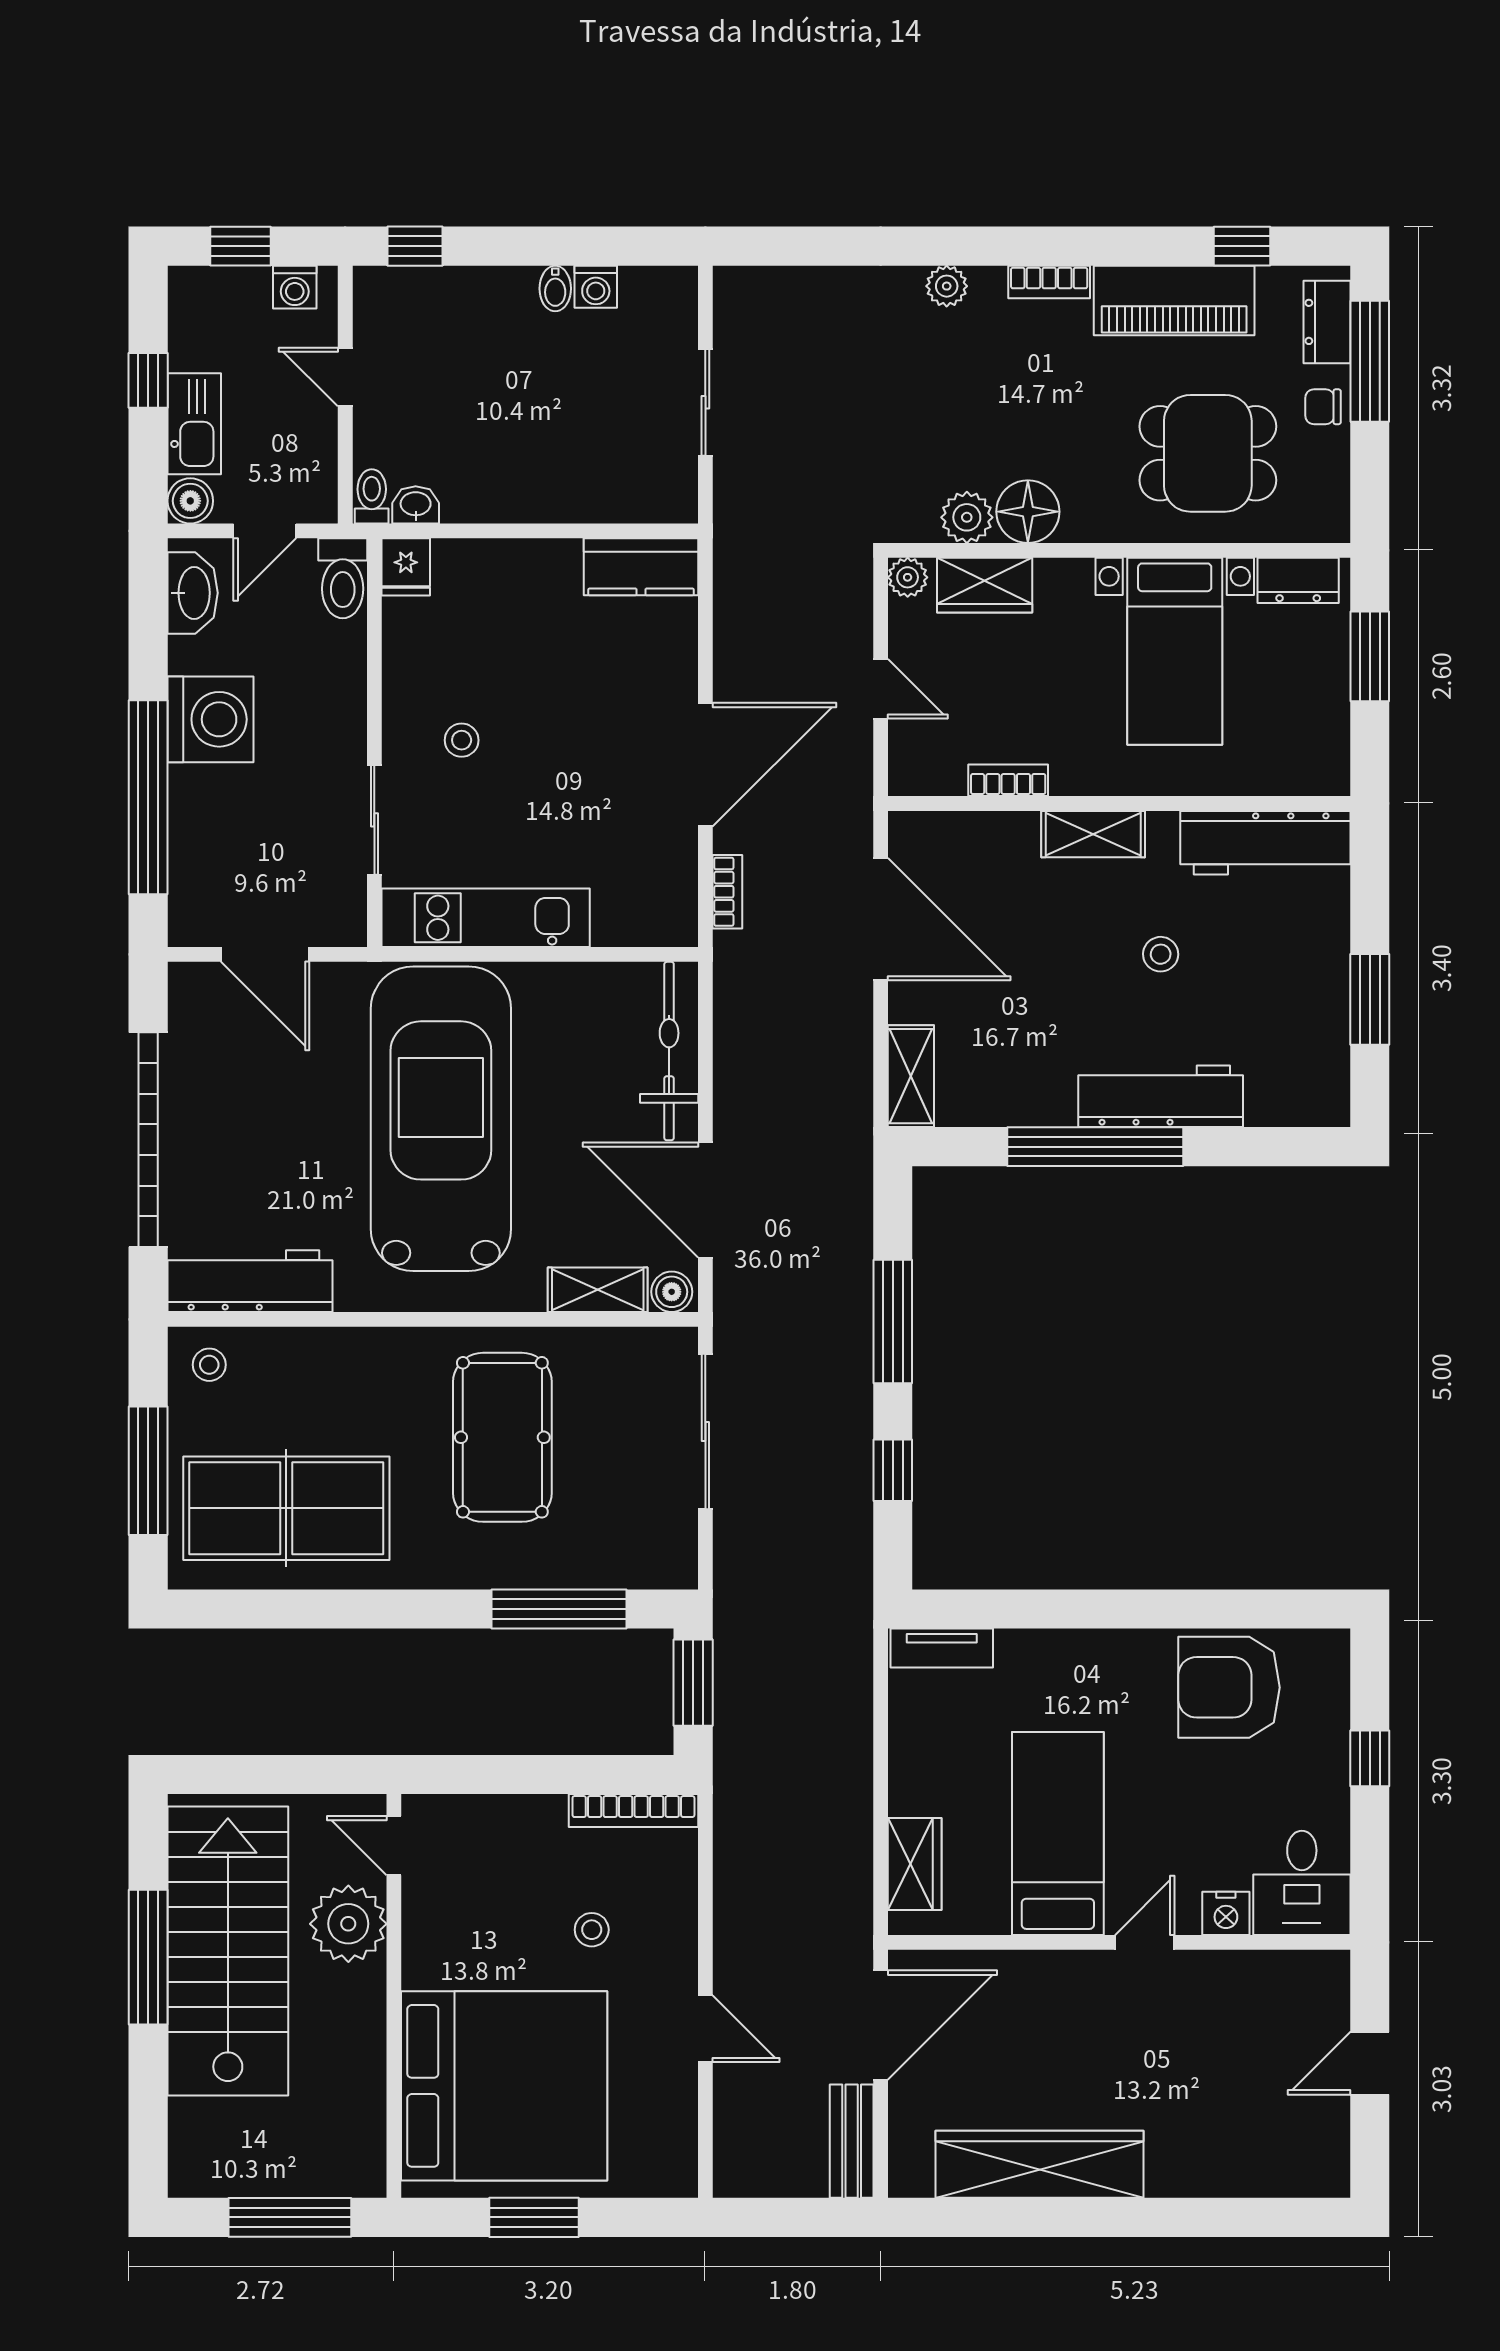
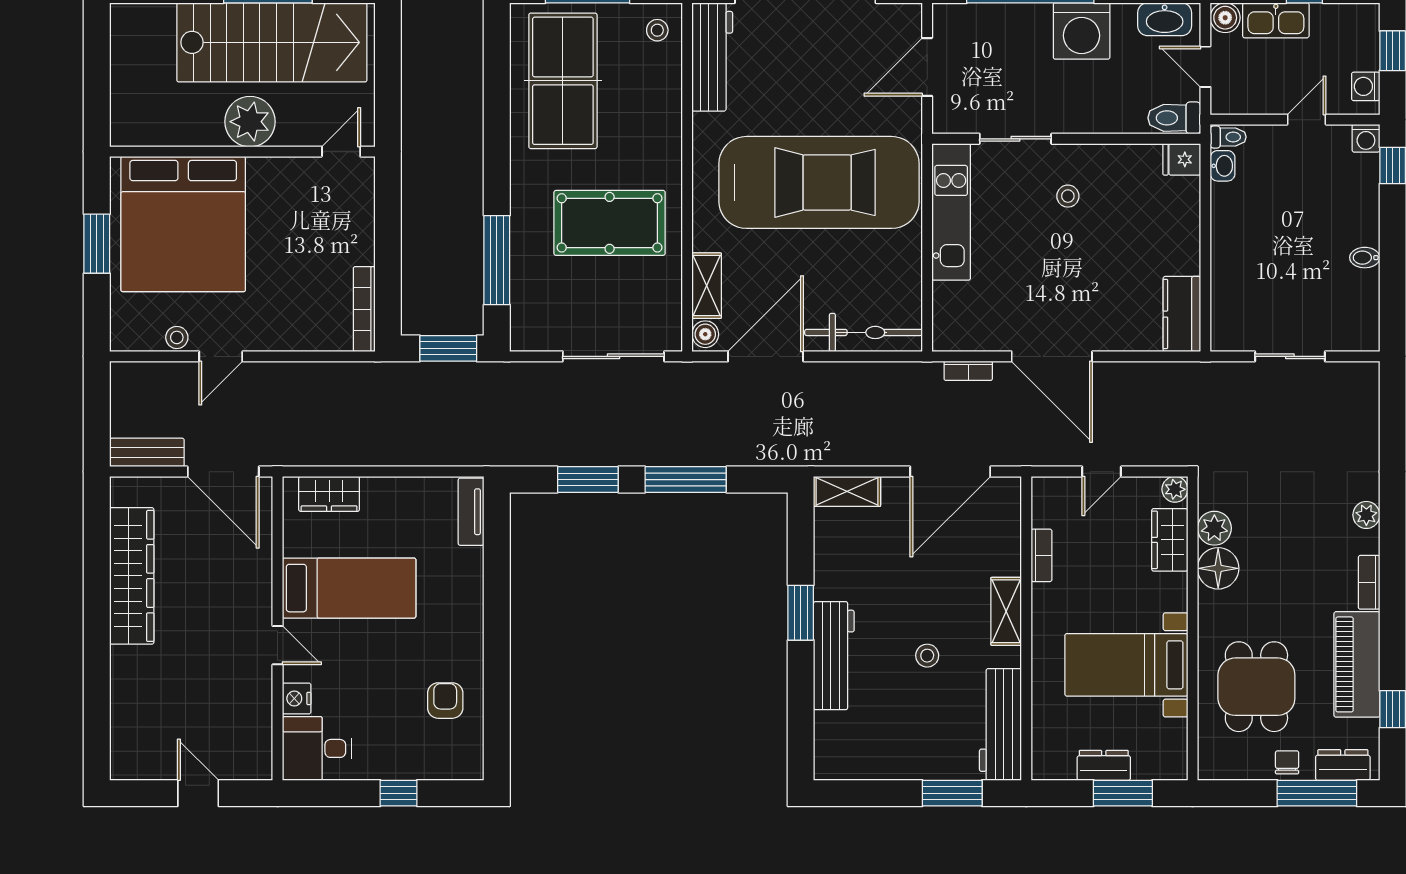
washing machine: (596, 287) -> (1366, 138), moved, turned -90
dresser: (1298, 580) -> (1104, 765), moved, turned 90
window: (1370, 999) -> (952, 793), moved
window: (1095, 1147) -> (801, 613), width x0.47
window: (893, 1470) -> (588, 480), width x1.50
armchair: (1229, 1687) -> (445, 701), width x0.53, depth x0.53
plant: (348, 1924) -> (250, 122), moved
stool: (592, 1930) -> (177, 337), moved
window: (290, 2217) -> (97, 83), removed

